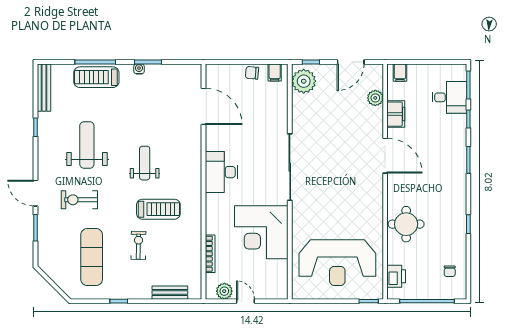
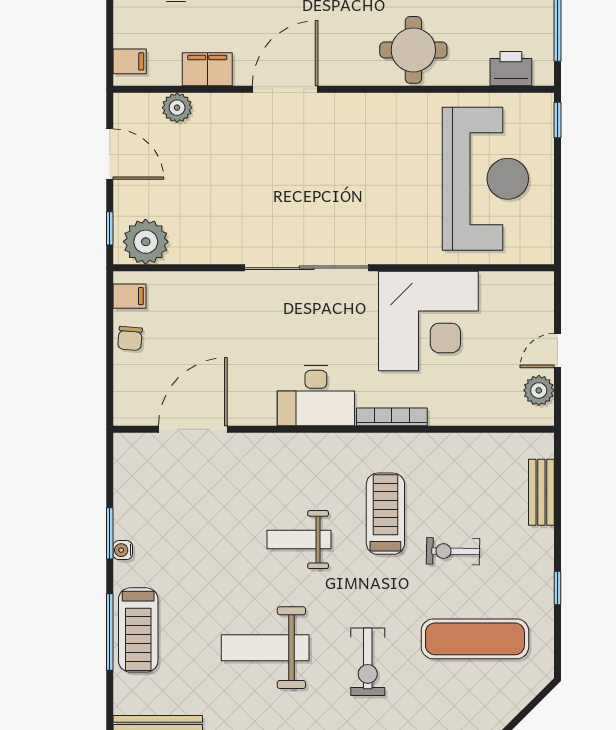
bookcase: (210, 254) -> (392, 417), moved

